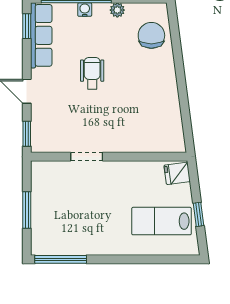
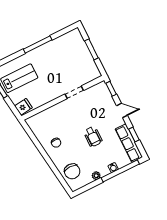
window: (27, 26) -> (134, 134), moved
chair: (154, 92) -> (56, 143), added
window: (61, 259) -> (38, 44), moved

